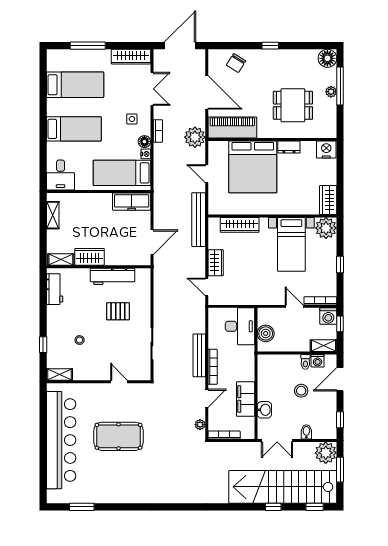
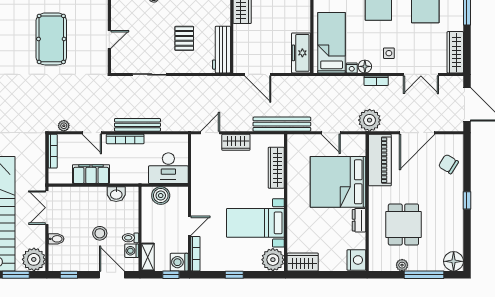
plant: (331, 92) -> (402, 265), moved
door: (207, 174) -> (331, 133), swing flipped
workbench: (112, 276) -> (221, 50), moved
washbasin: (264, 410) -> (116, 194), moved

